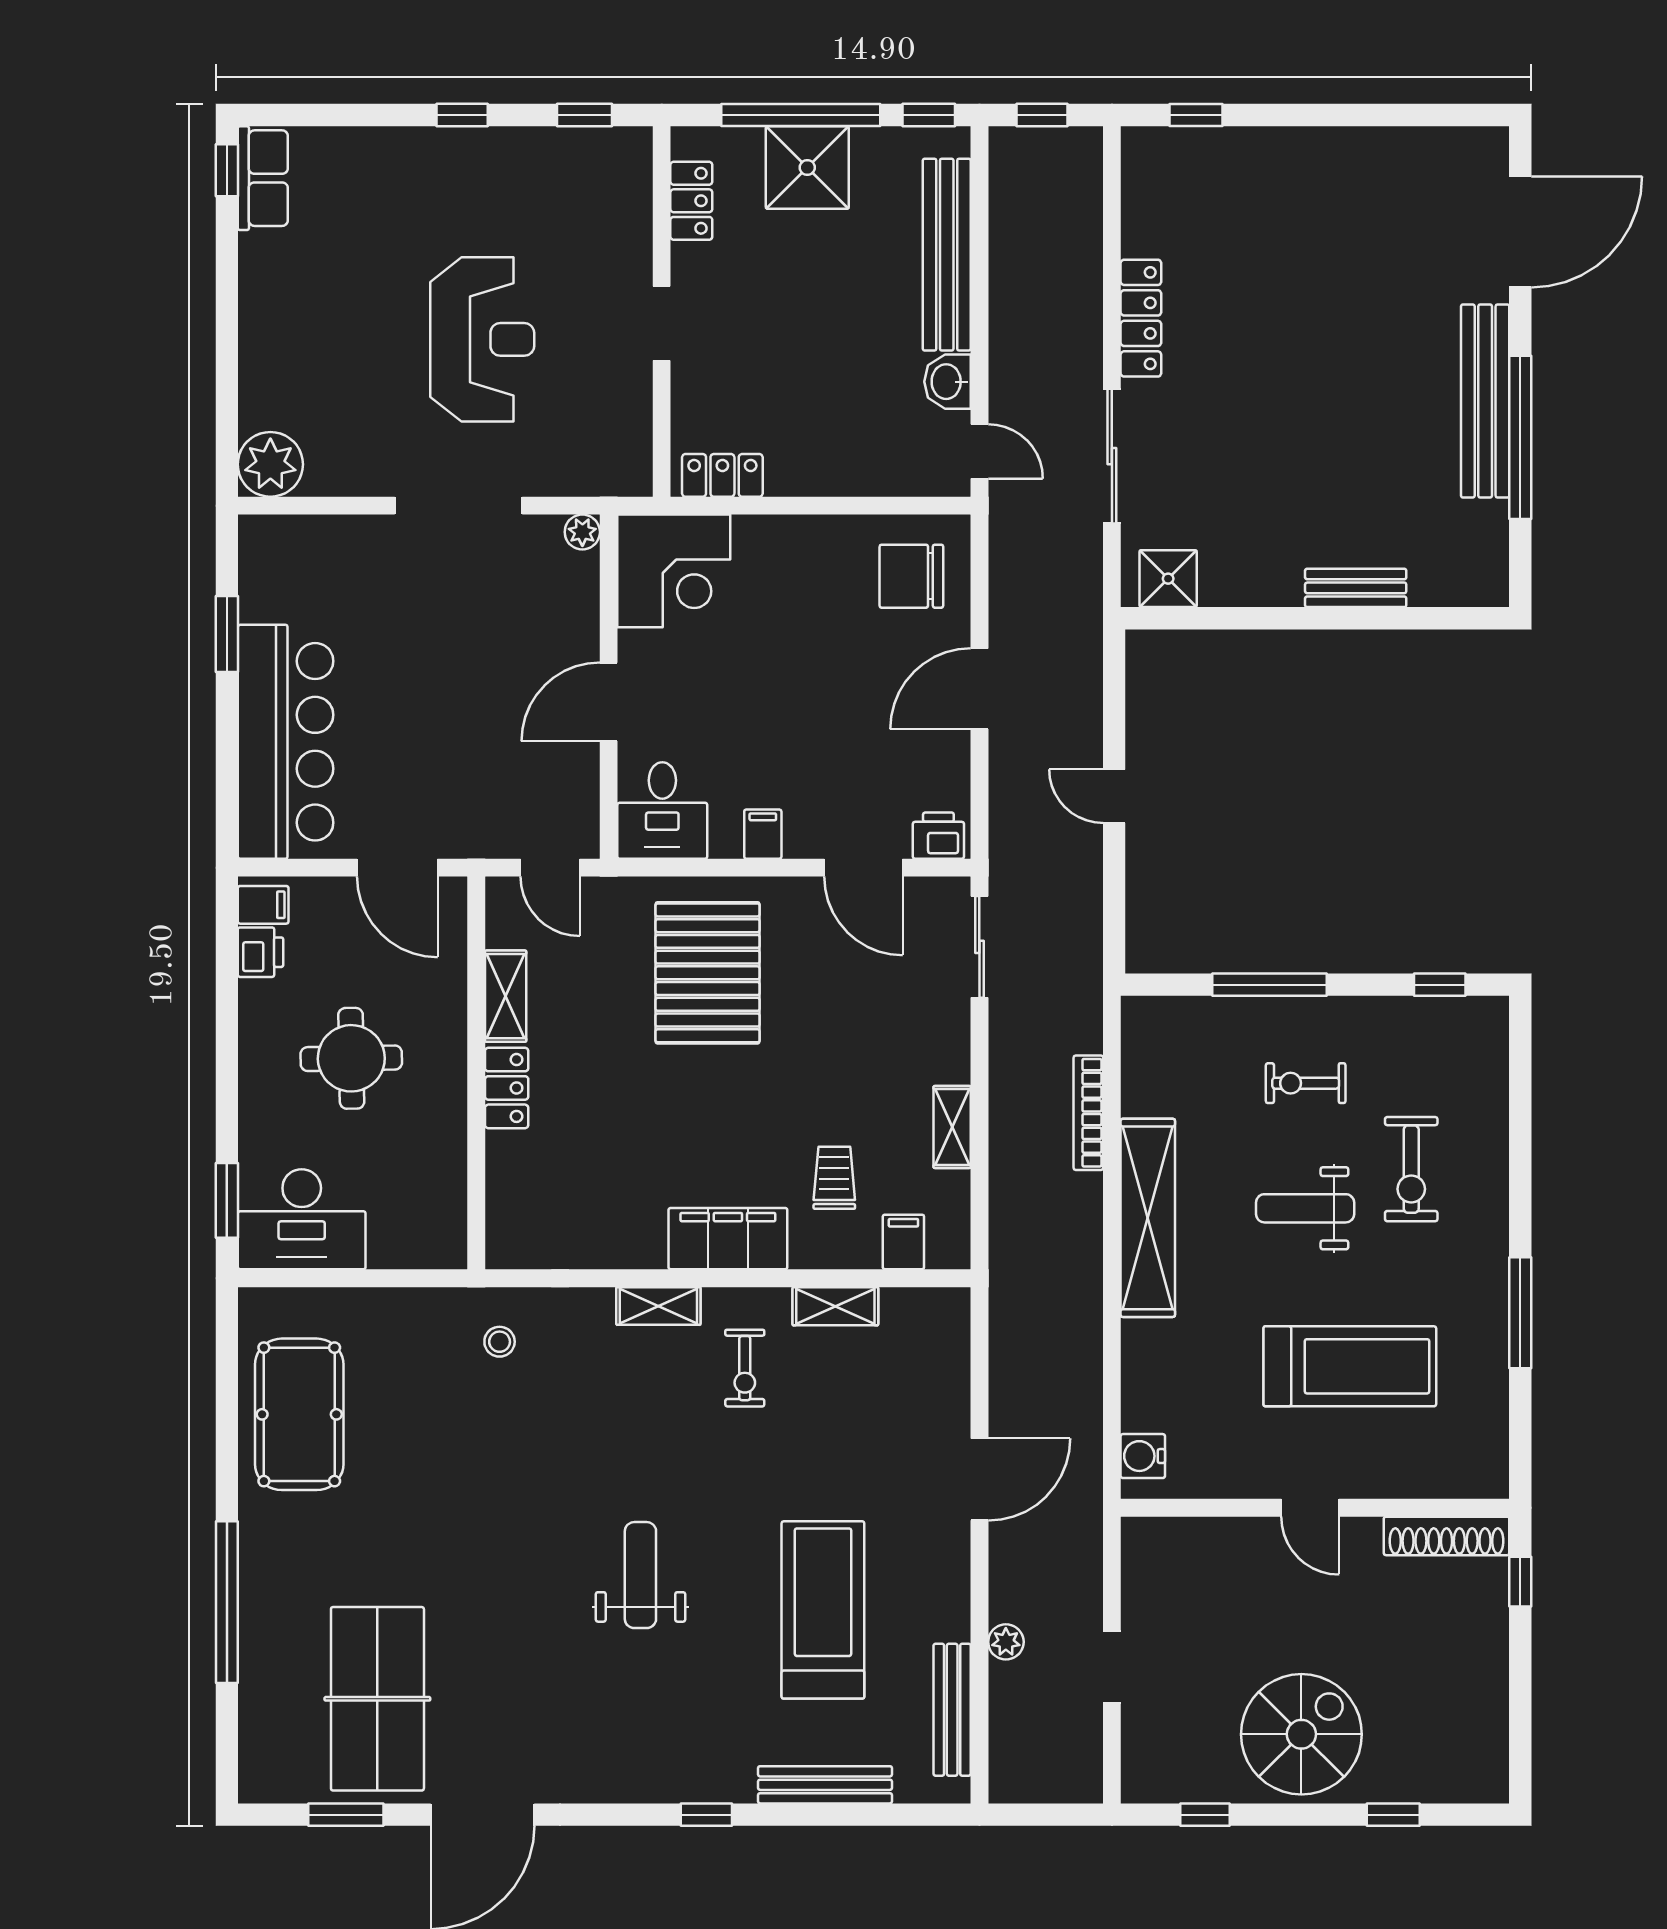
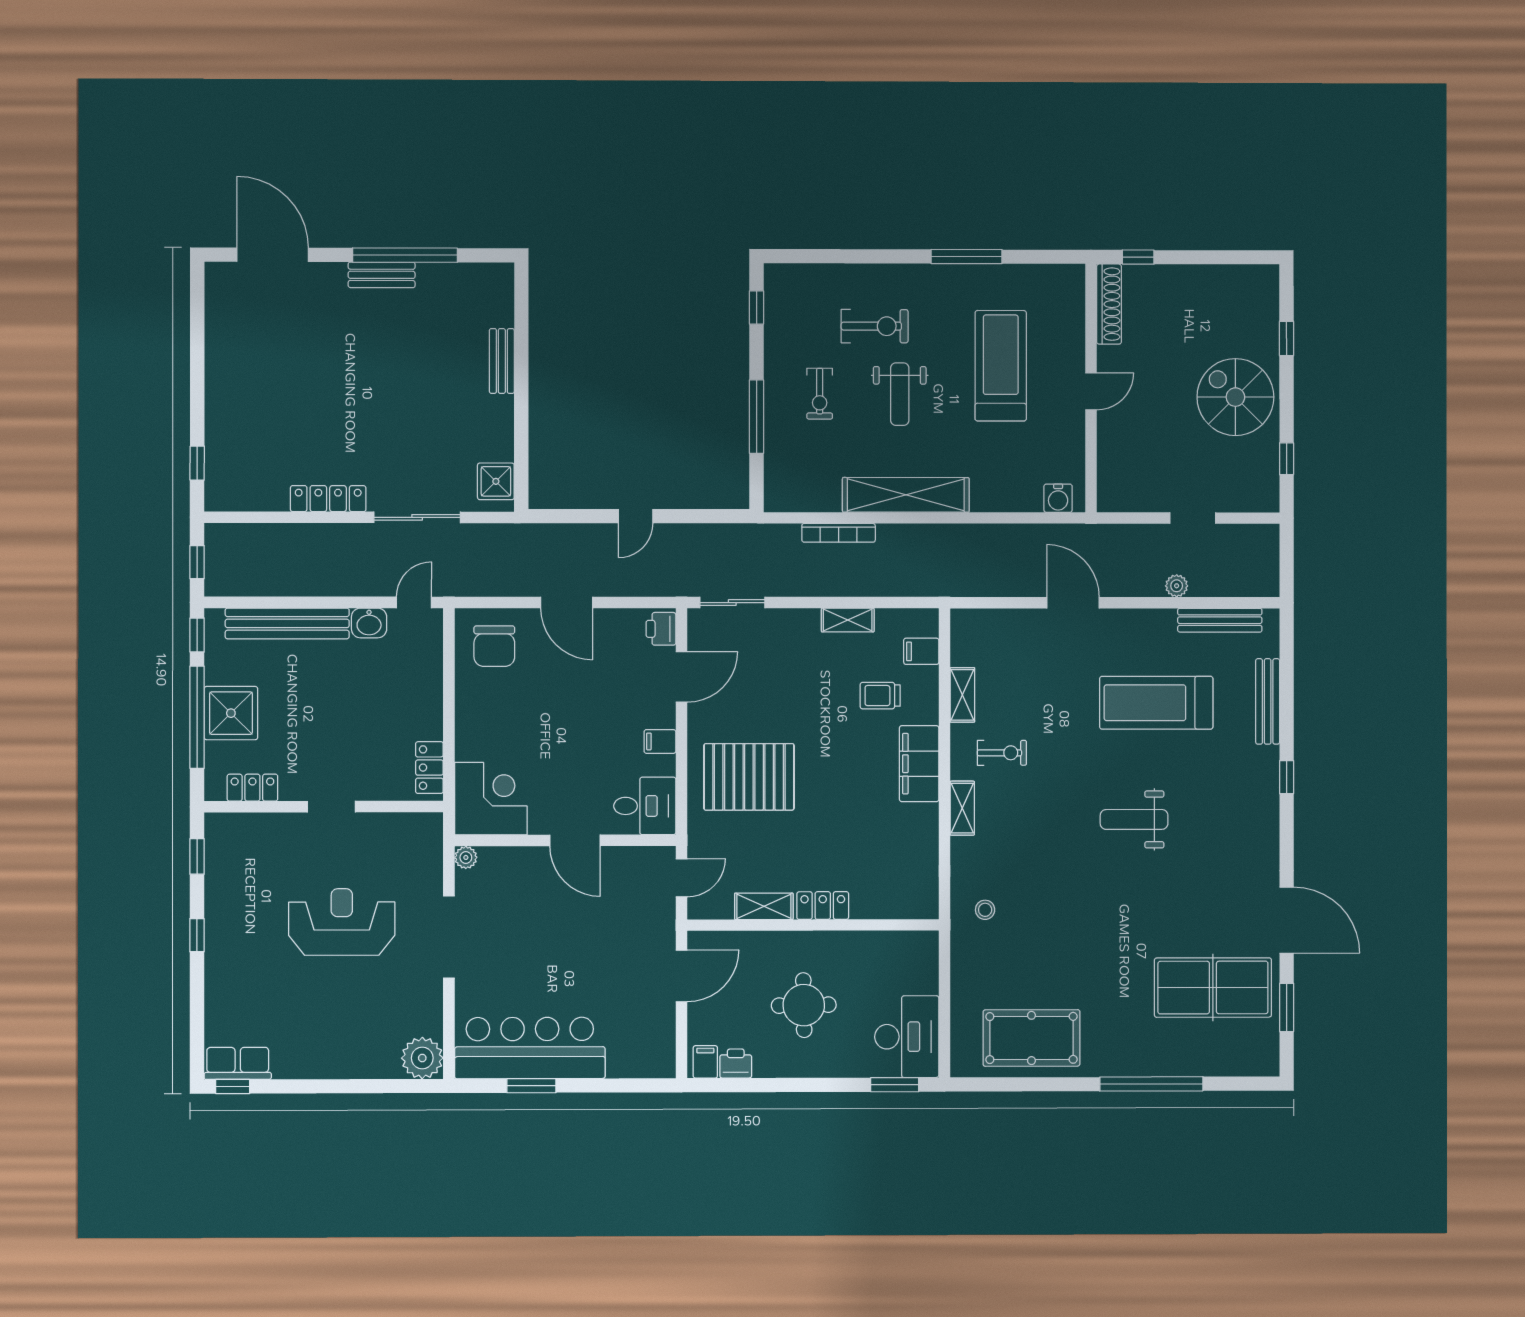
bench: (1485, 401) -> (382, 275), width x0.54, depth x0.82
bar counter: (286, 742) -> (530, 1048), moved

